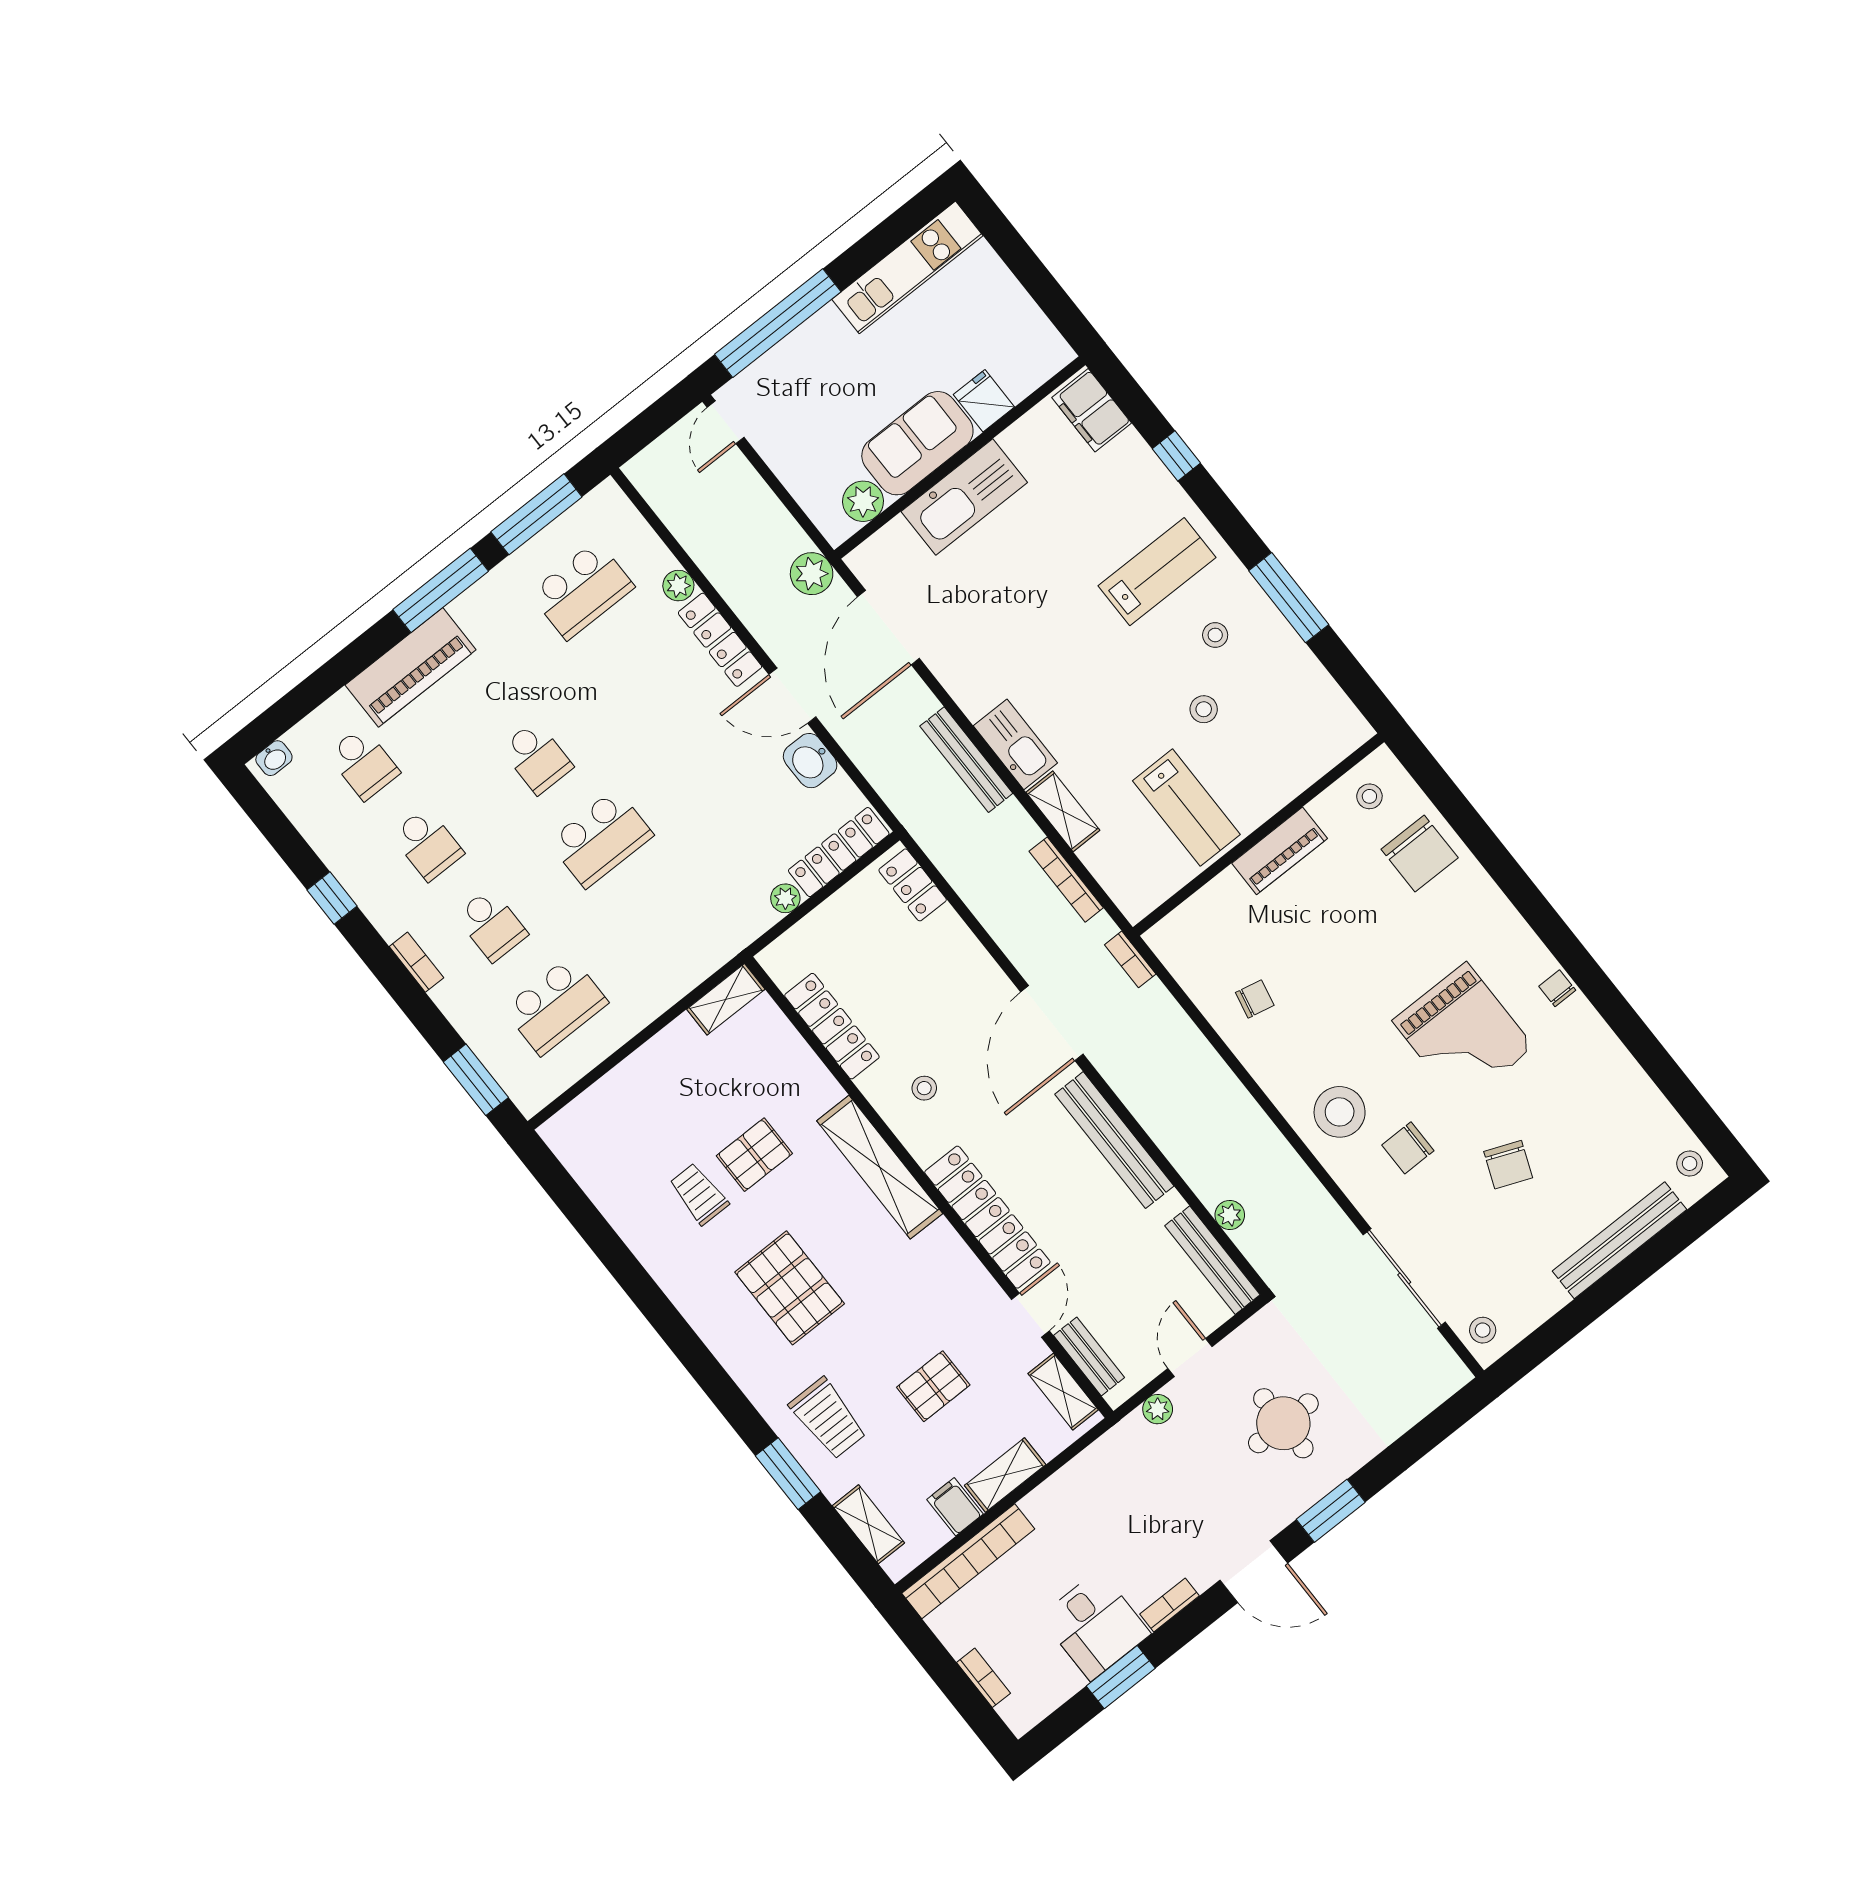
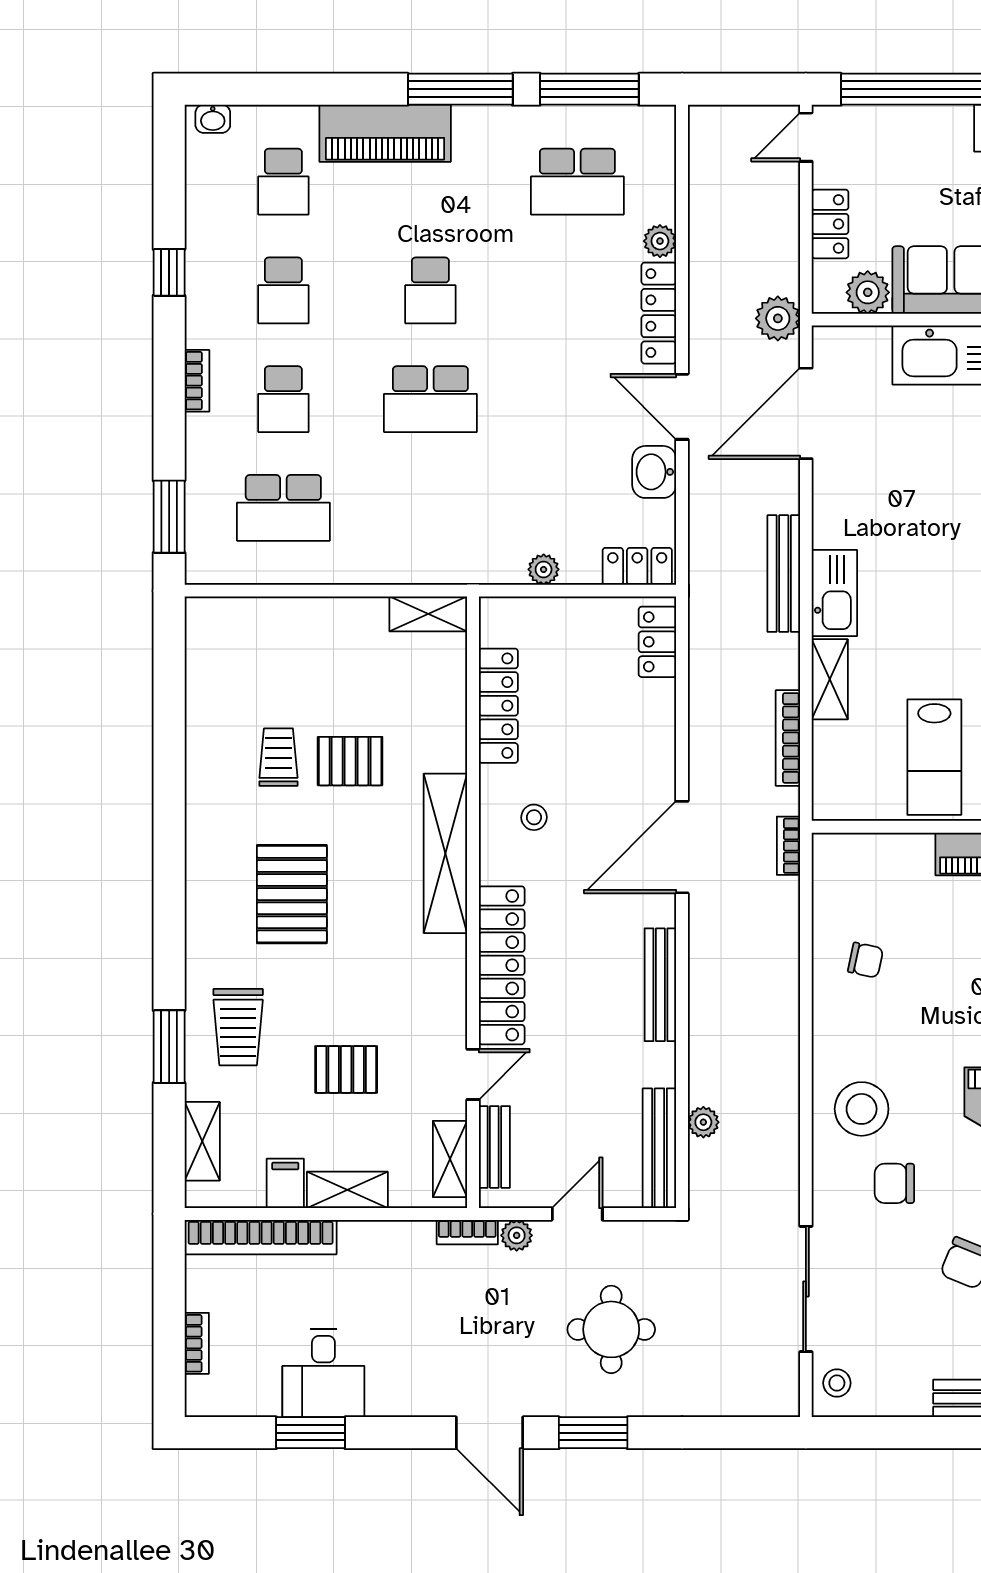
locker: (795, 473) -> (830, 224), added
locker: (839, 852) -> (637, 566), width x0.66
bench: (1114, 1140) -> (660, 985), width x0.73, depth x0.82
bookcase: (1170, 1605) -> (467, 1232), moved, turned 180

